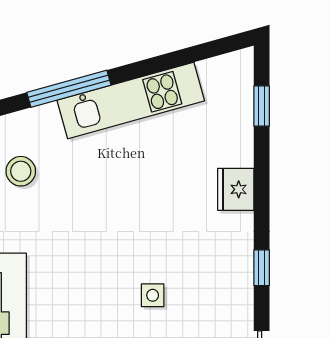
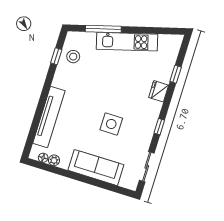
window: (262, 106) -> (176, 74), moved
side table: (153, 295) -> (111, 124), width x1.87, depth x1.87

